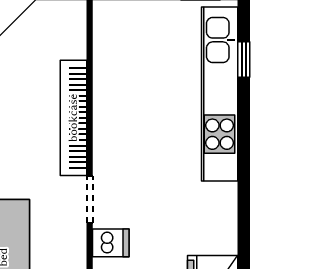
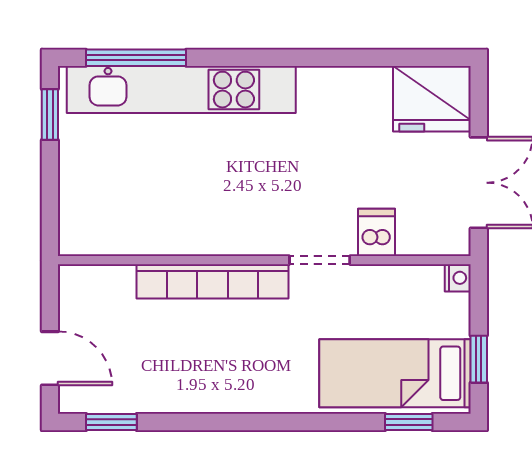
window: (244, 60) -> (136, 58), width x2.17

